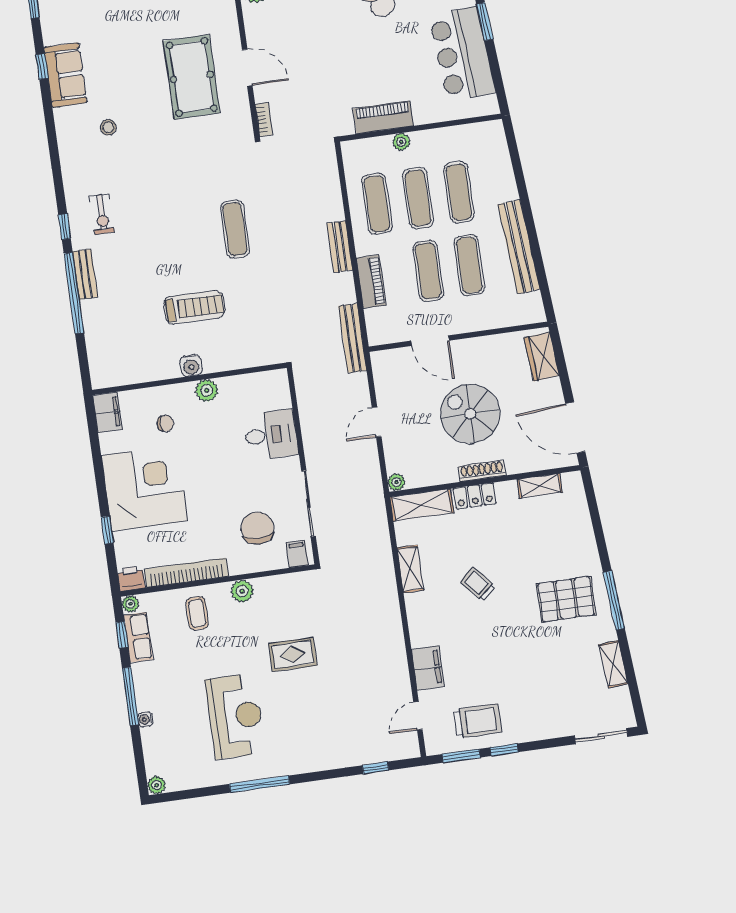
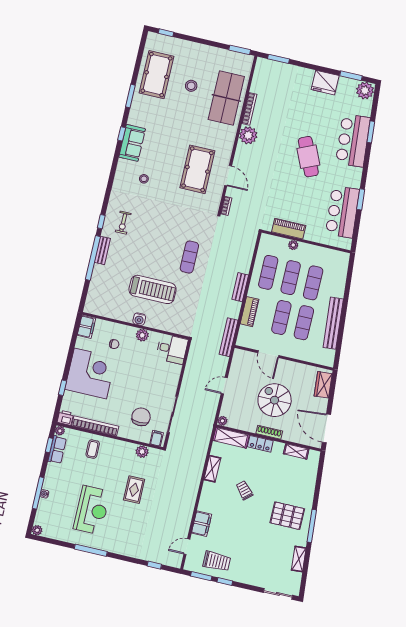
treadmill: (194, 307) -> (153, 289), width x1.37, depth x1.37
desk: (271, 435) -> (172, 349), moved
plant: (242, 591) -> (142, 452), moved
rug: (293, 654) -> (134, 490), turned 90
window: (130, 696) -> (38, 493), moved

